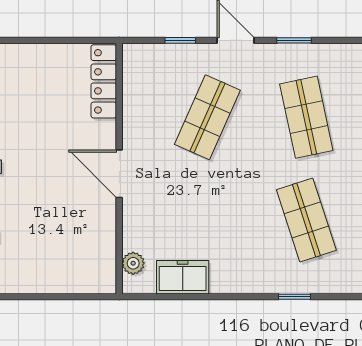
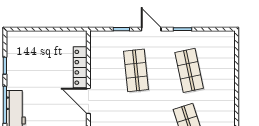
locker: (104, 81) -> (80, 67), moved
shop shelf: (207, 117) -> (136, 70), turned -30

